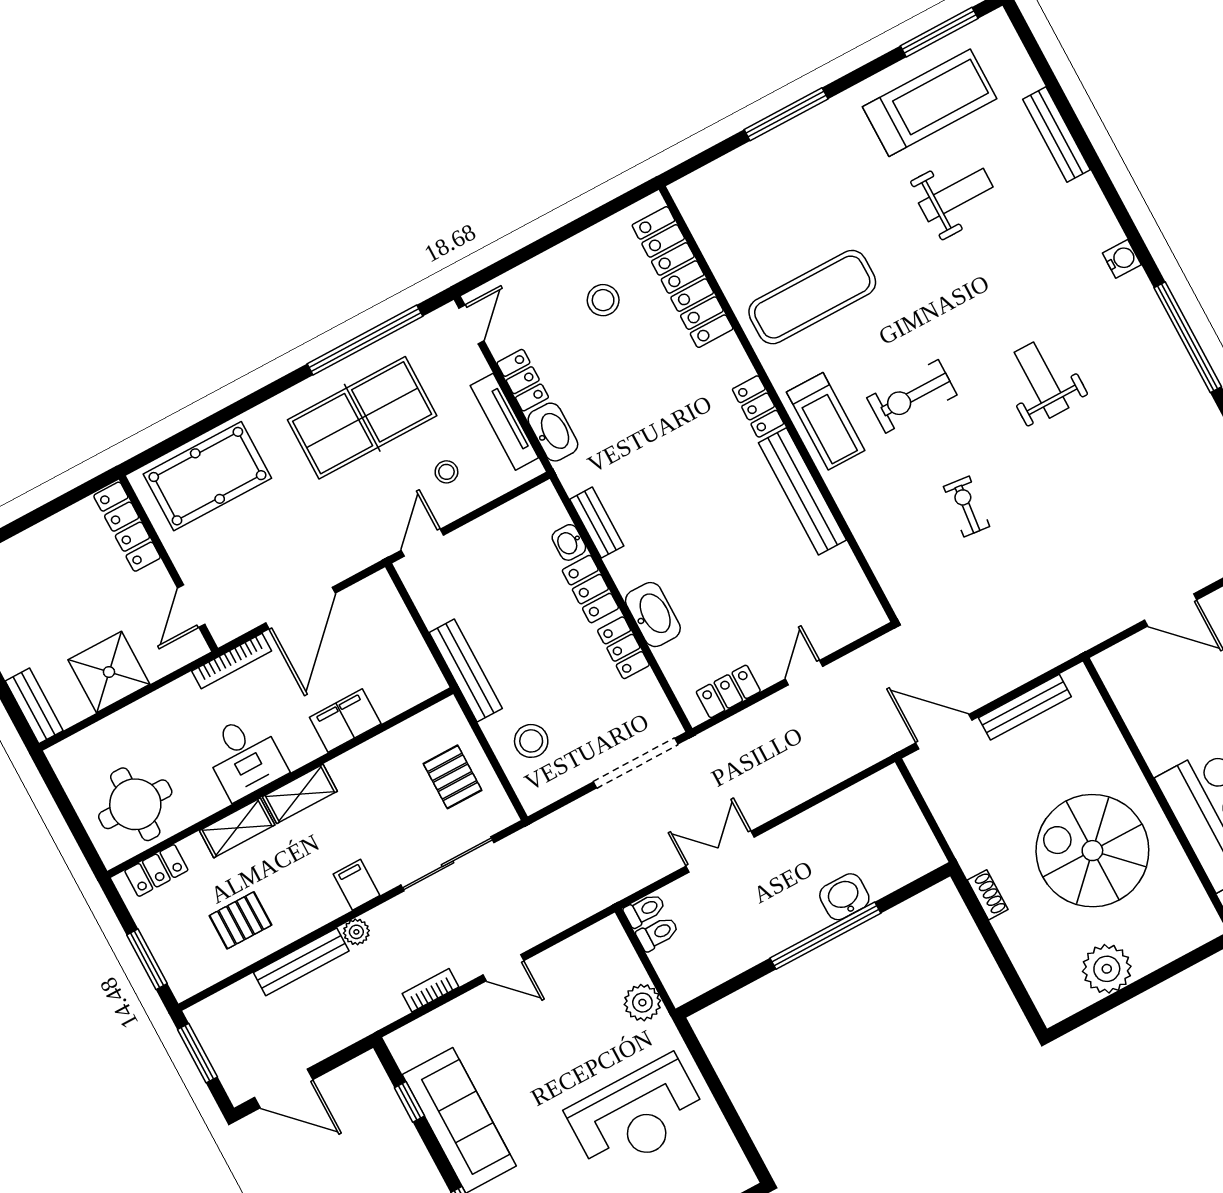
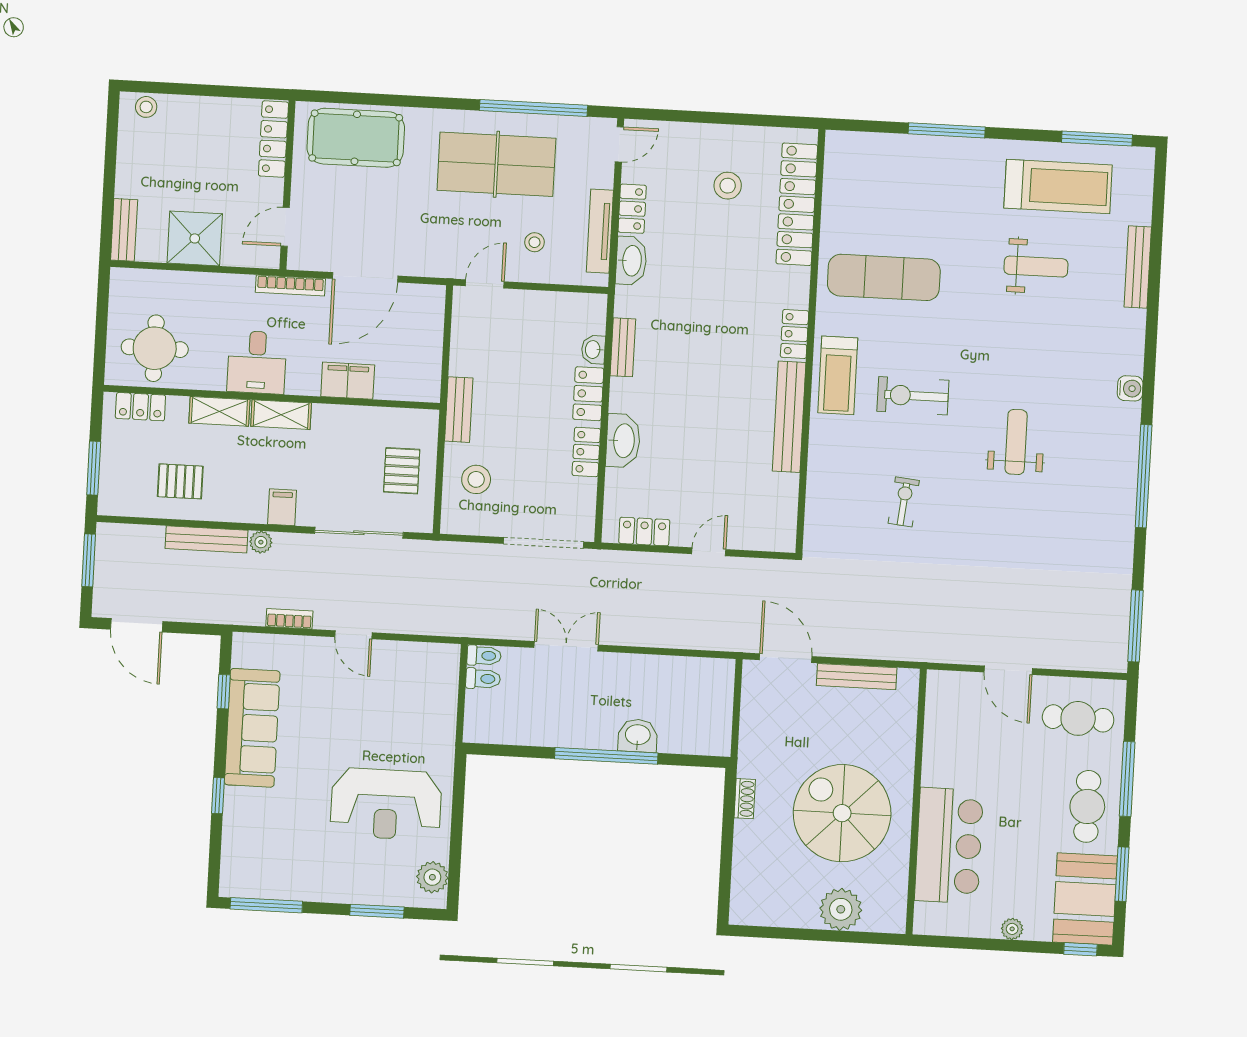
bench: (466, 670) -> (459, 410), width x0.73
plant: (1107, 969) -> (841, 909), moved
plant: (642, 1003) -> (432, 877), moved

